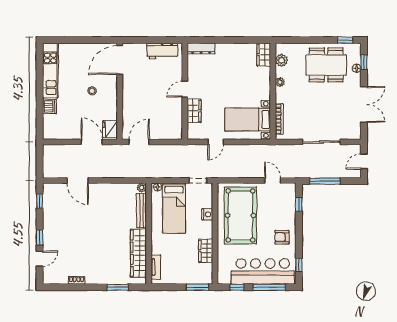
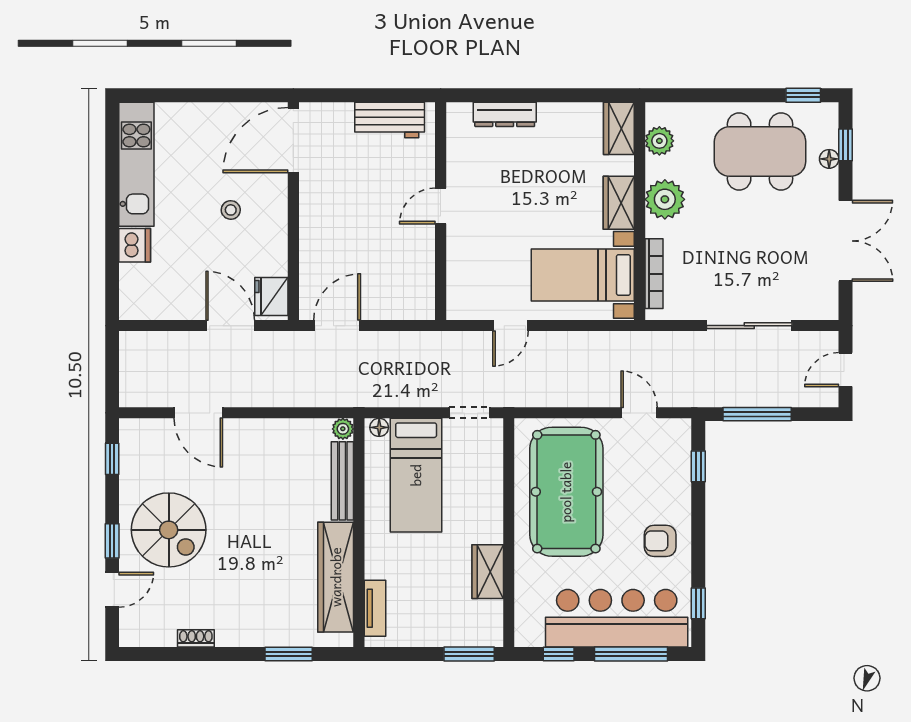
dresser: (201, 49) -> (505, 114), moved
plant: (280, 82) -> (665, 199), width x1.87, depth x1.87
wardrobe: (194, 111) -> (619, 203), moved, turned 180
nightstand: (207, 214) -> (491, 489), removed
spiral stairs: (65, 232) -> (169, 530), added

